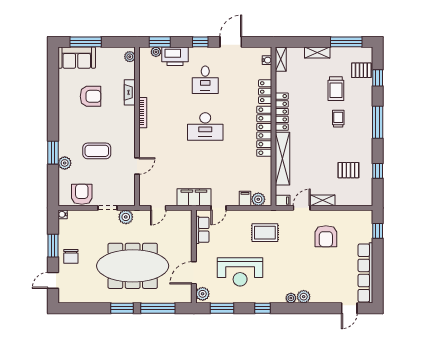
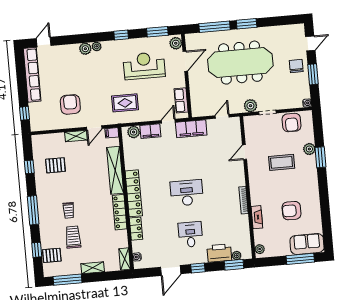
filing cabinet: (245, 199) -> (150, 131), width x2.00

